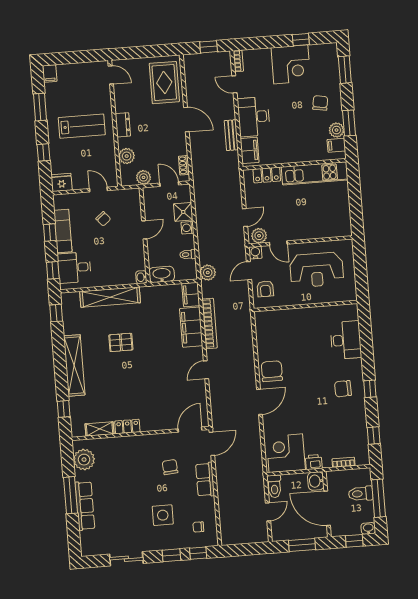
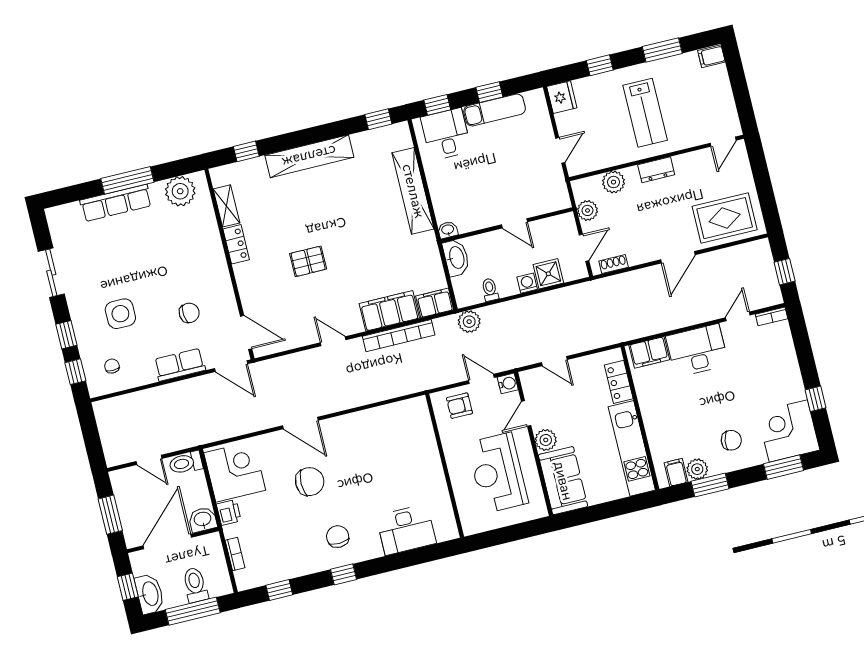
corner desk: (291, 64) -> (788, 431), moved, turned 90
bench: (231, 135) -> (666, 323), removed
chair: (103, 219) -> (521, 164), removed
sofa: (329, 225) -> (563, 481), added
plant: (259, 236) -> (546, 440), moved
pallet: (121, 342) -> (308, 261), moved, turned 90
chair: (272, 371) -> (310, 482), moved
washbasin: (368, 528) -> (150, 594), width x1.91, depth x1.45

